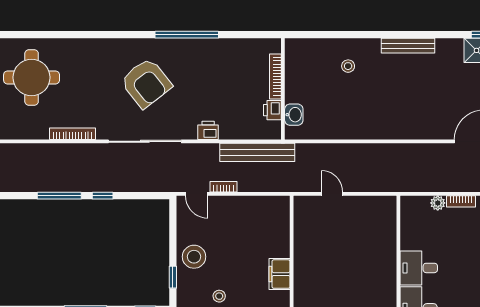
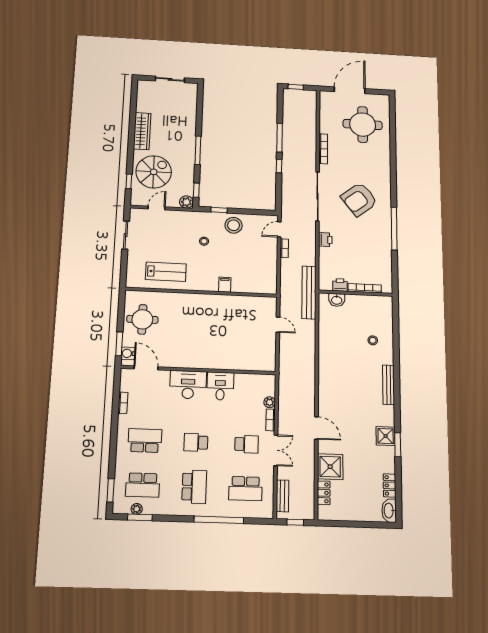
bench: (257, 152) -> (309, 292), moved
door: (332, 194) -> (278, 325), hinge flipped
filing cabinet: (280, 274) -> (225, 285), width x0.50

